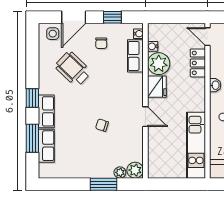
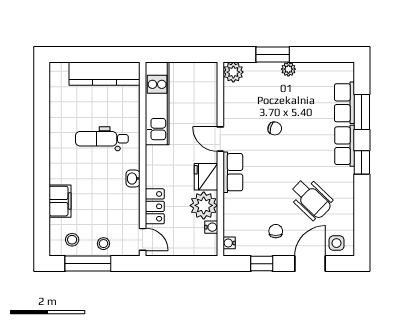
row of seats: (135, 56) -> (233, 172), moved
plant: (120, 172) -> (288, 69), moved

